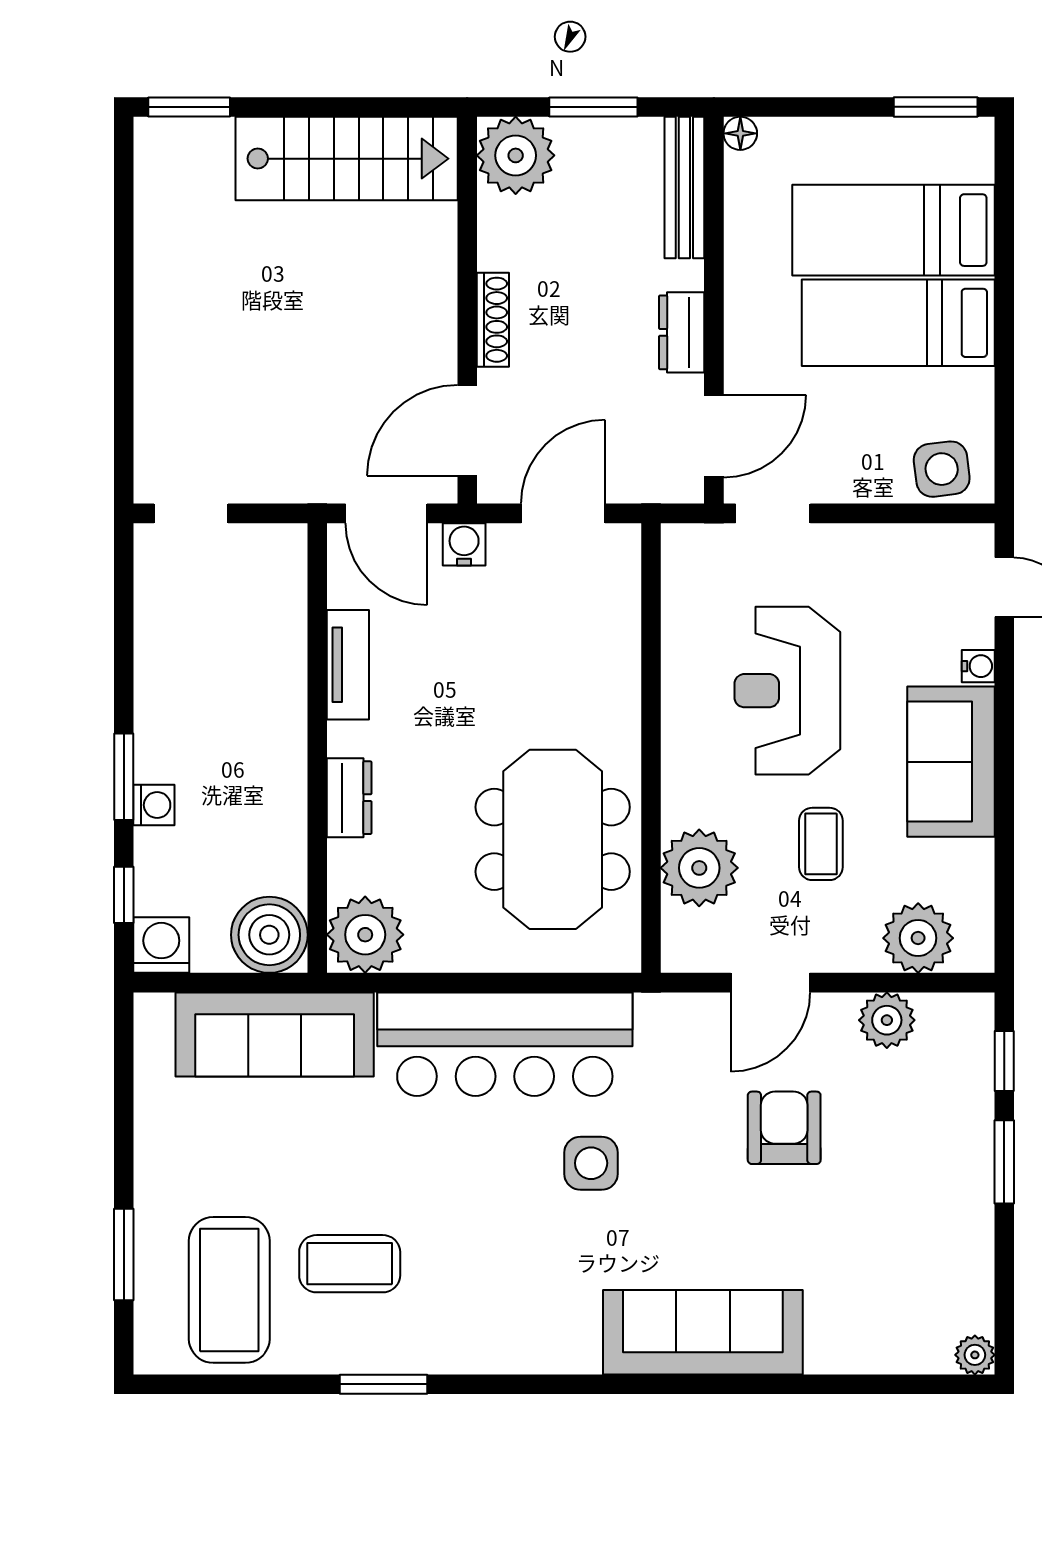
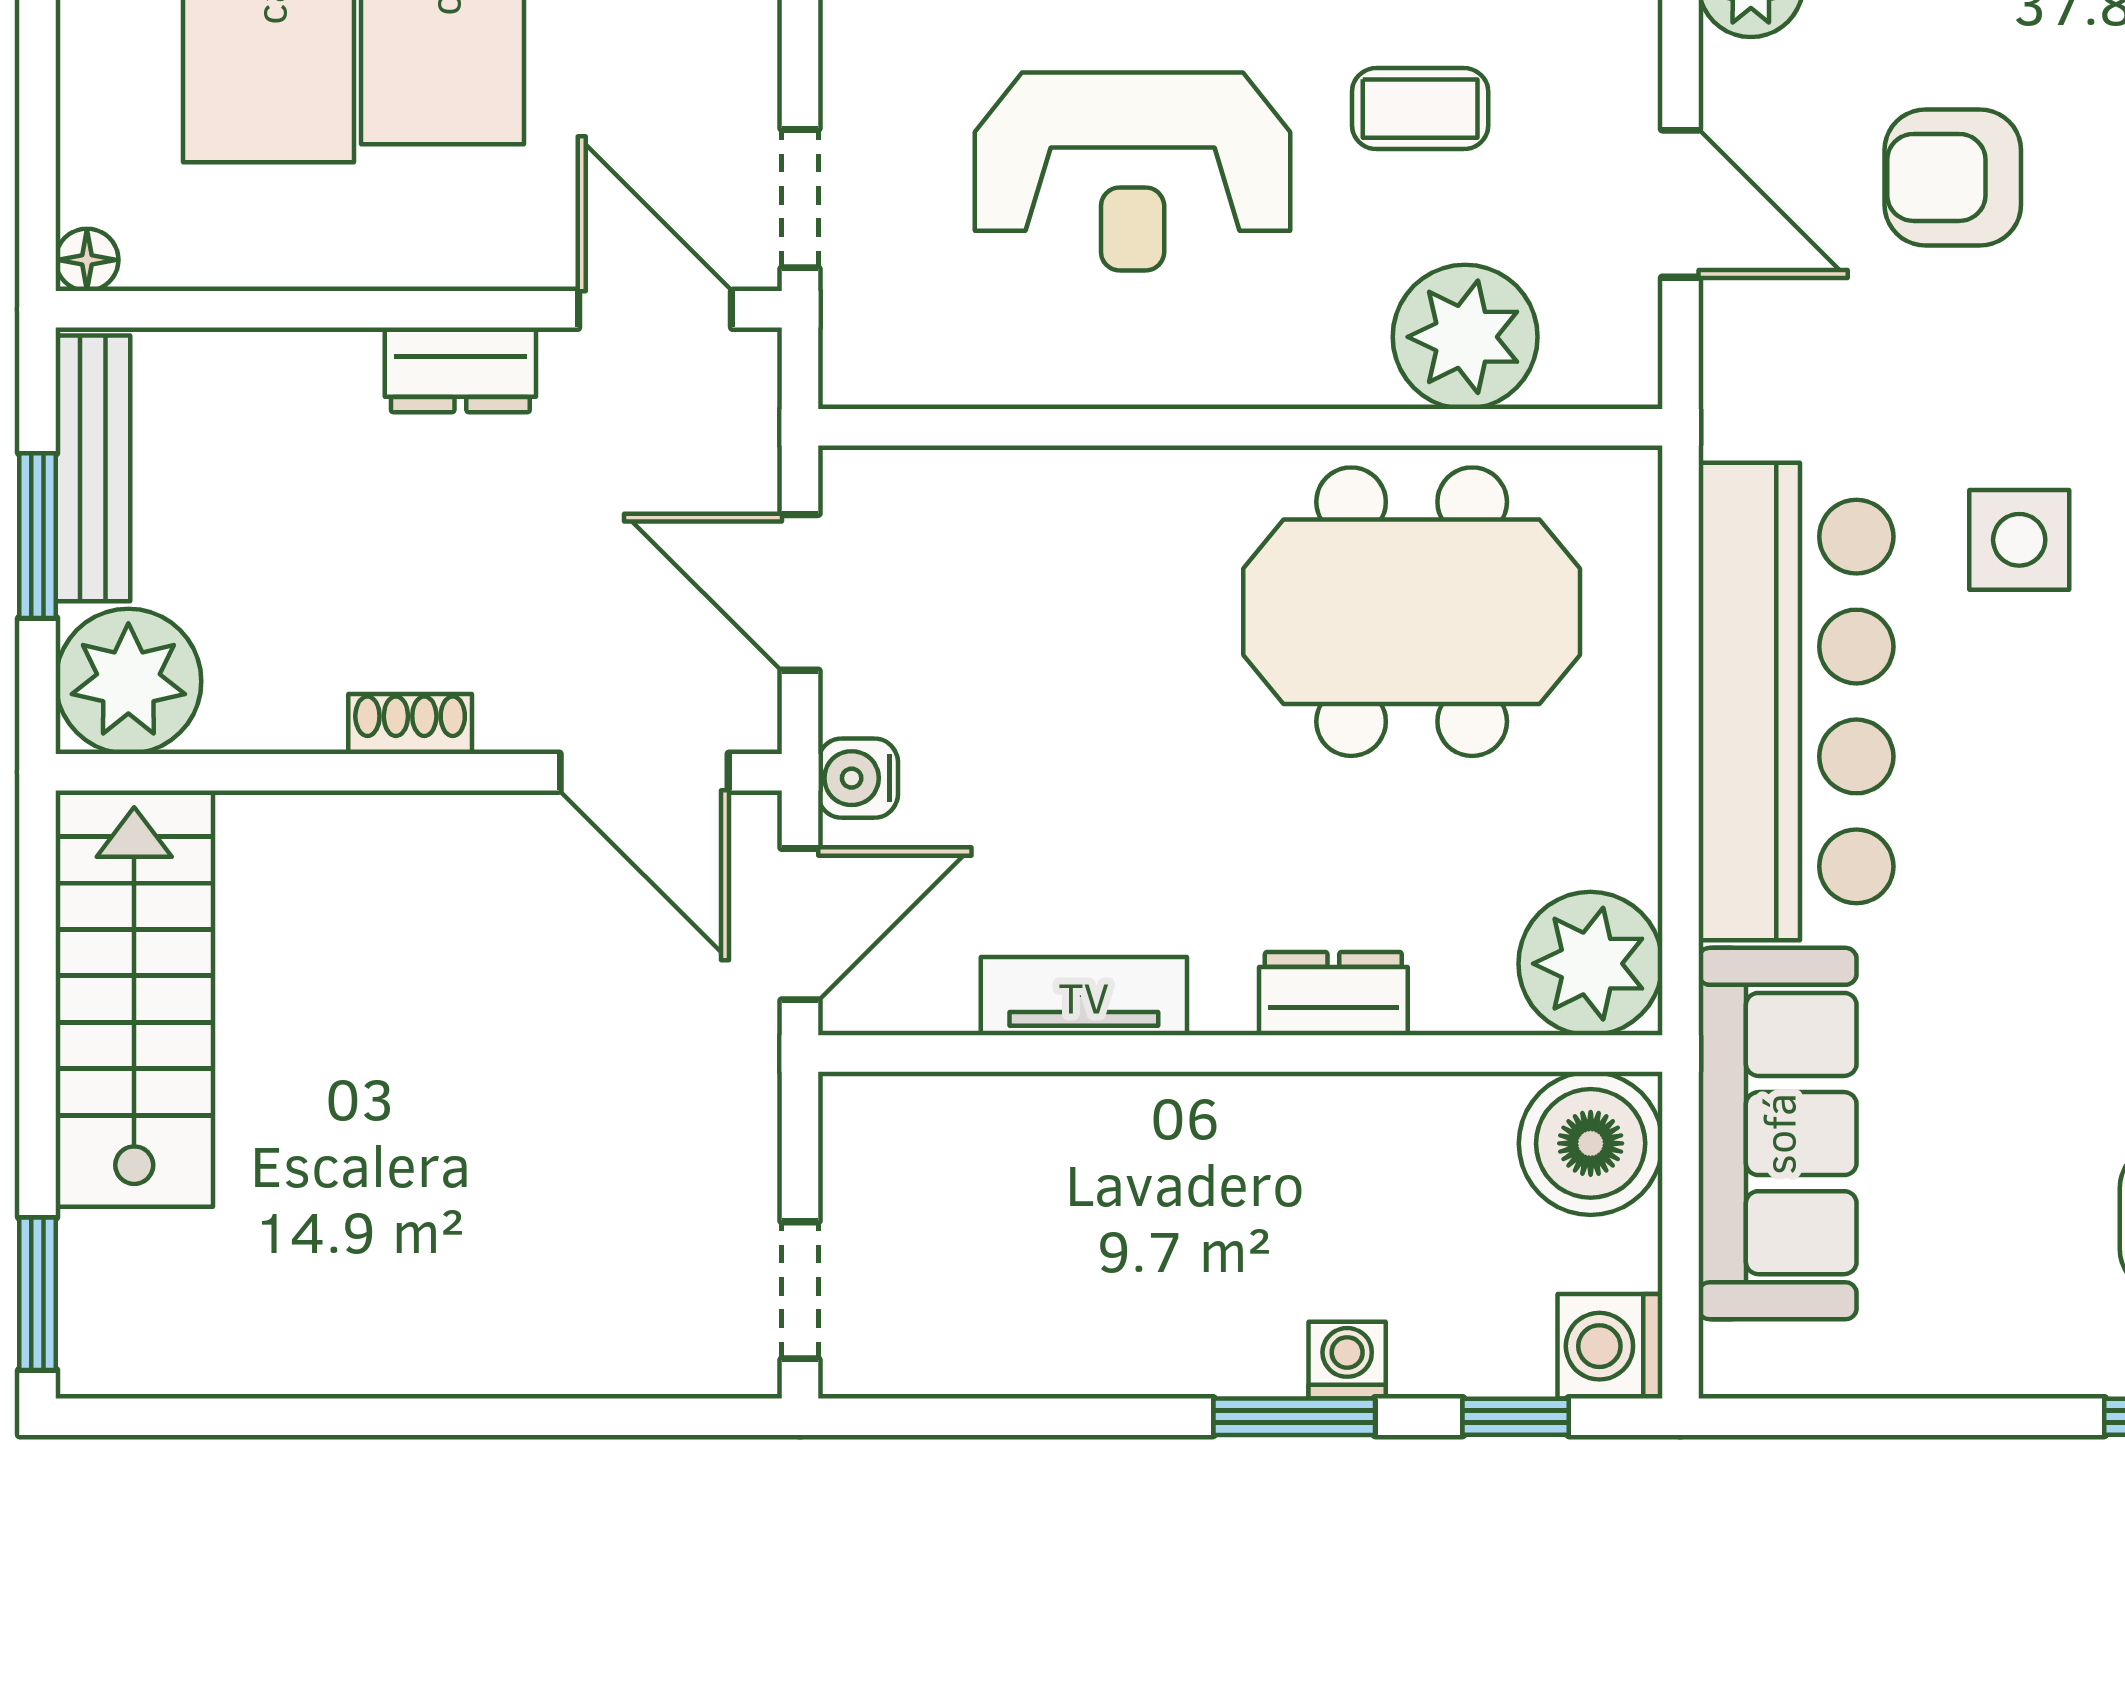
bench: (684, 187) -> (93, 468), moved, turned 90
shoe rack: (493, 320) -> (410, 724), width x0.70

